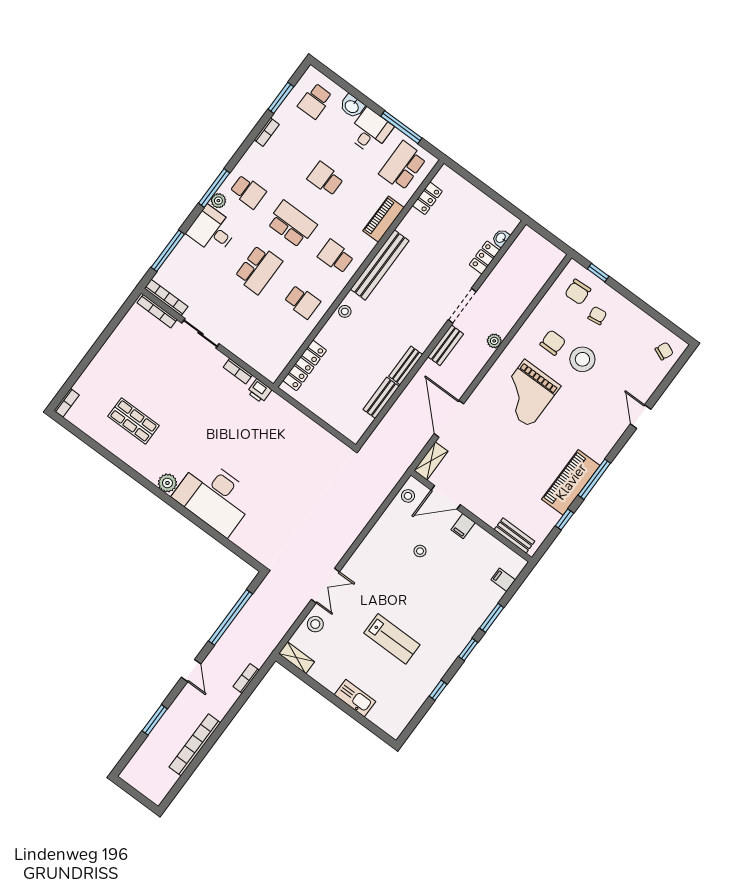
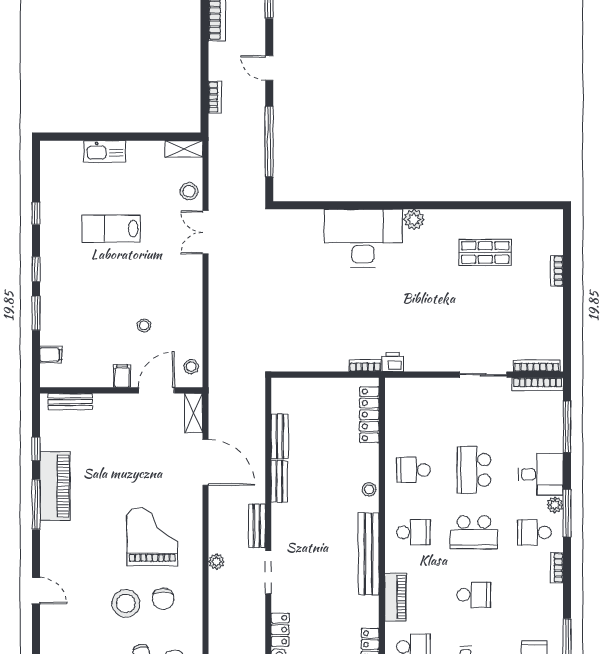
bookcase: (267, 132) -> (557, 568), moved
bookcase: (238, 371) -> (365, 365), moved
bookcase: (67, 403) -> (557, 271), moved

